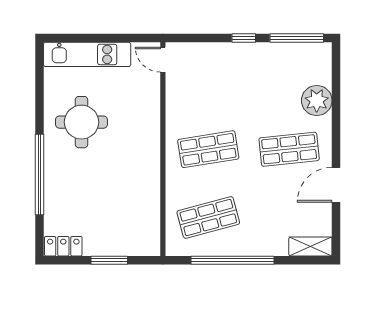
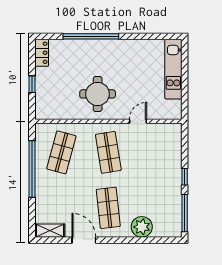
door: (163, 60) -> (138, 121), moved
round table: (81, 122) -> (98, 94), moved
shop shelf: (208, 217) -> (61, 152), turned 30
shelving: (310, 246) -> (50, 231), moved, turned 90
window: (109, 260) -> (32, 84), width x0.67

